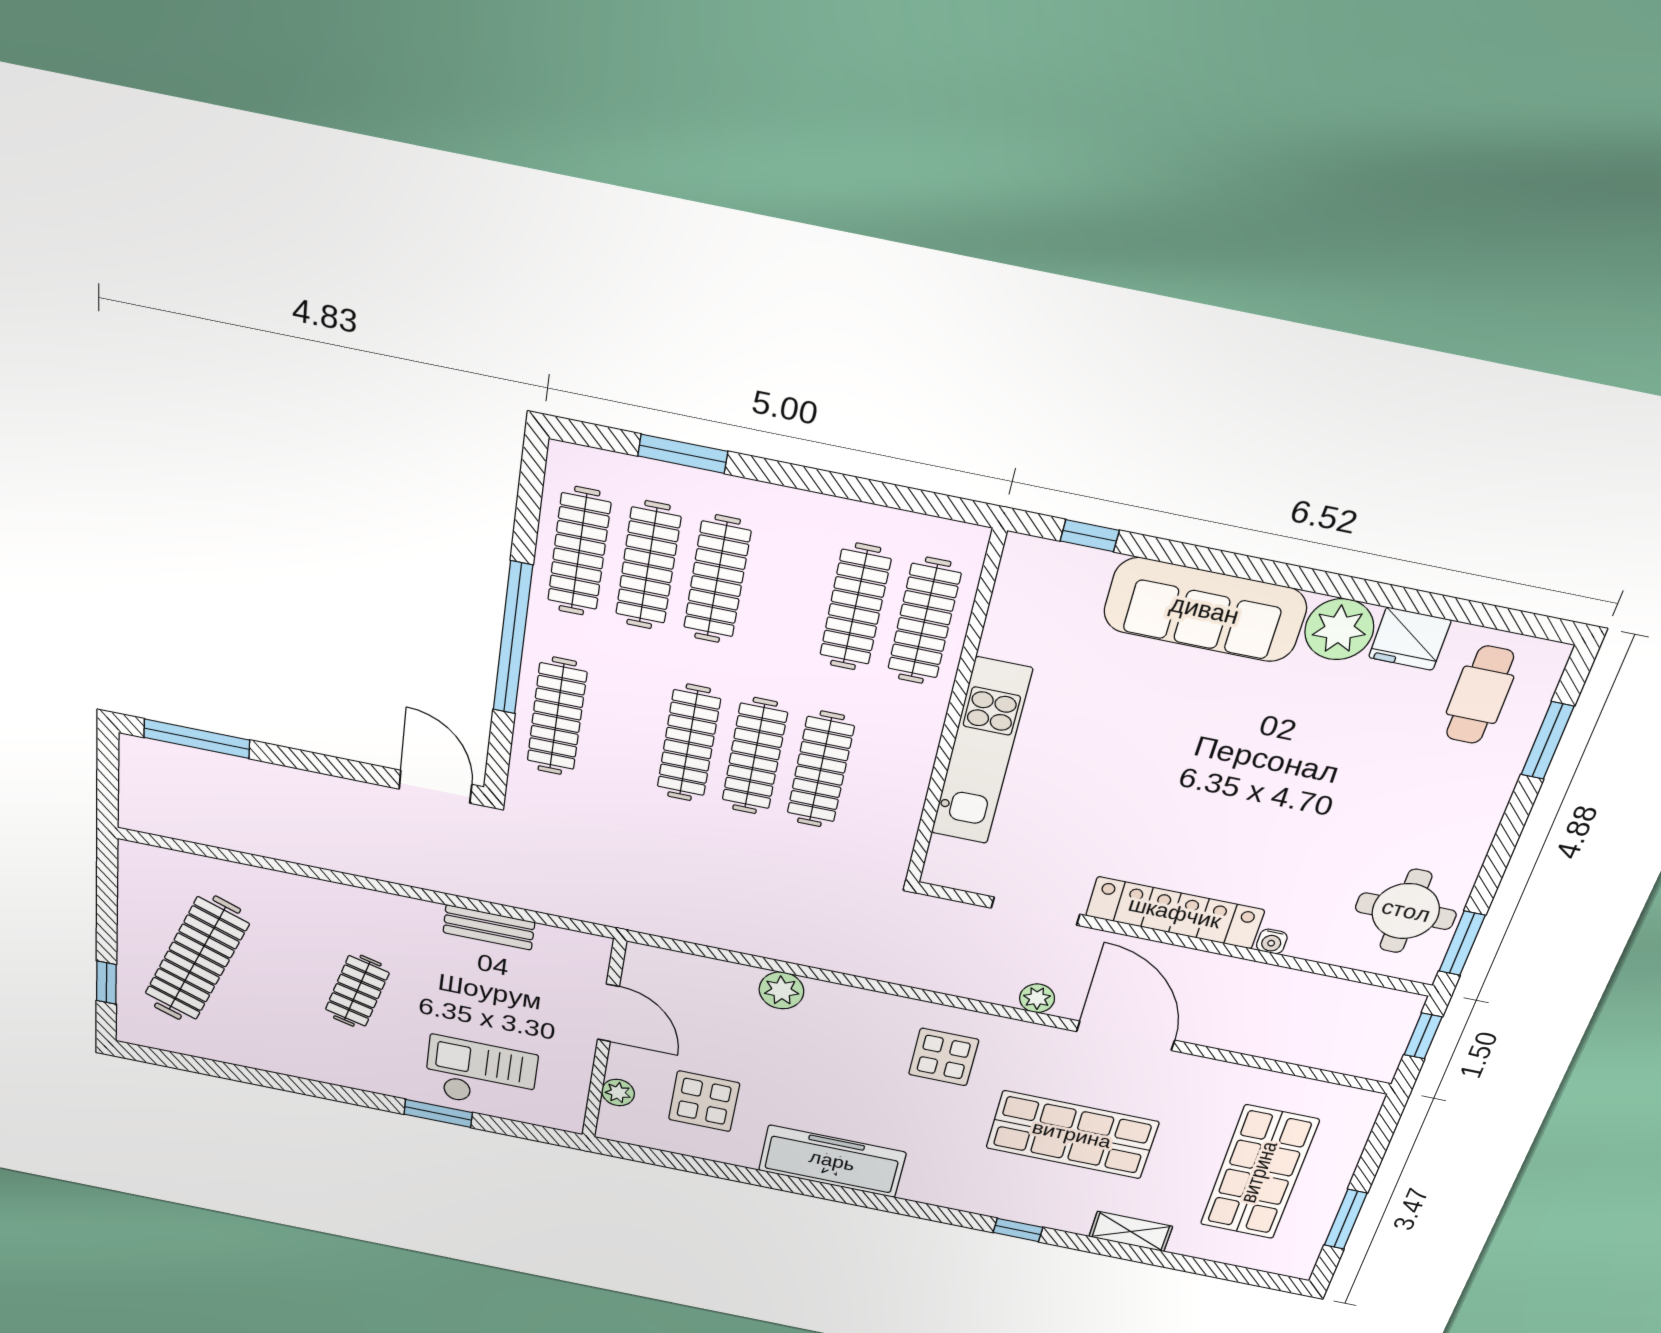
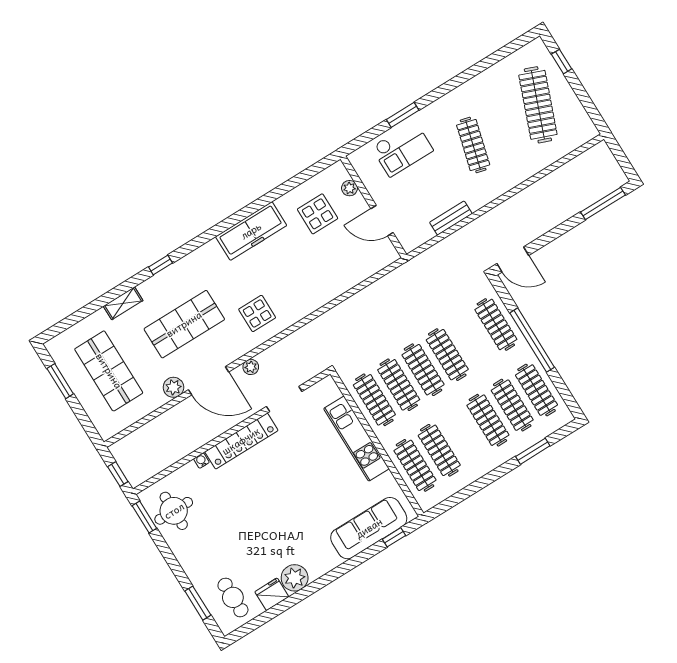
sofa: (1205, 610) -> (369, 528), moved
clothes rail: (887, 783) -> (374, 400), added
plant: (781, 990) -> (173, 387), moved
clothes rail: (357, 991) -> (473, 145), width x1.36

